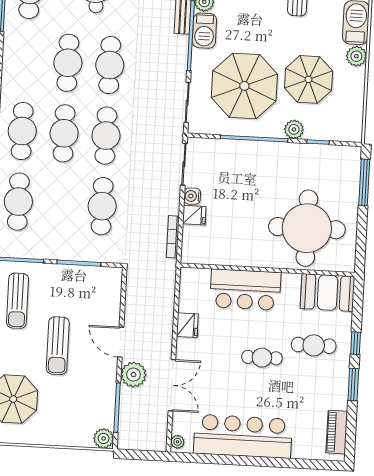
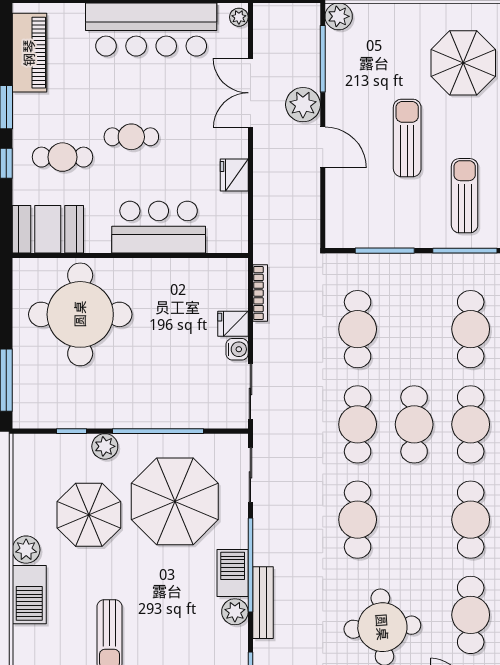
cafe table: (68, 63) -> (471, 520), moved
piano: (337, 432) -> (29, 53), width x1.37, depth x1.33

